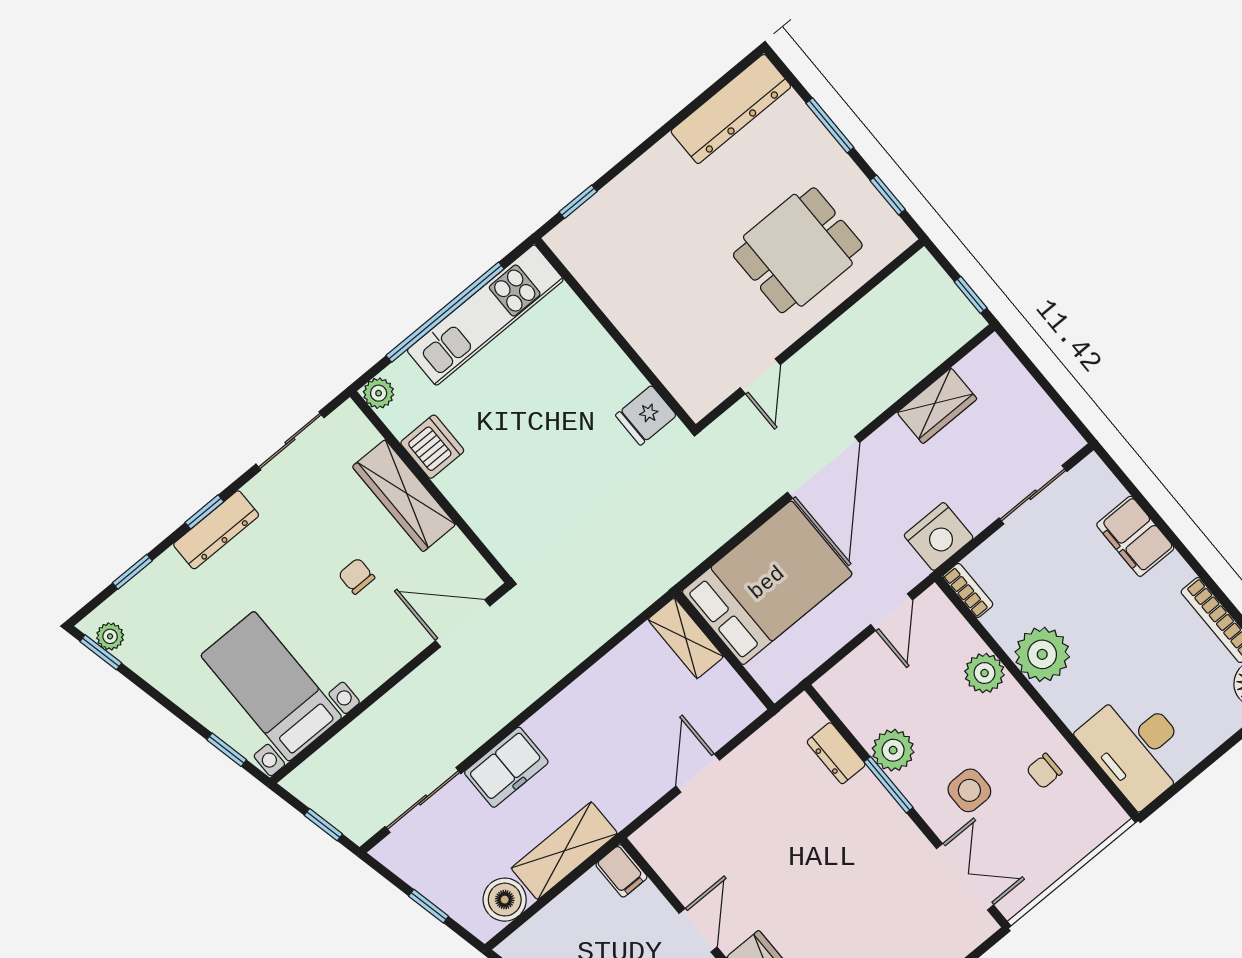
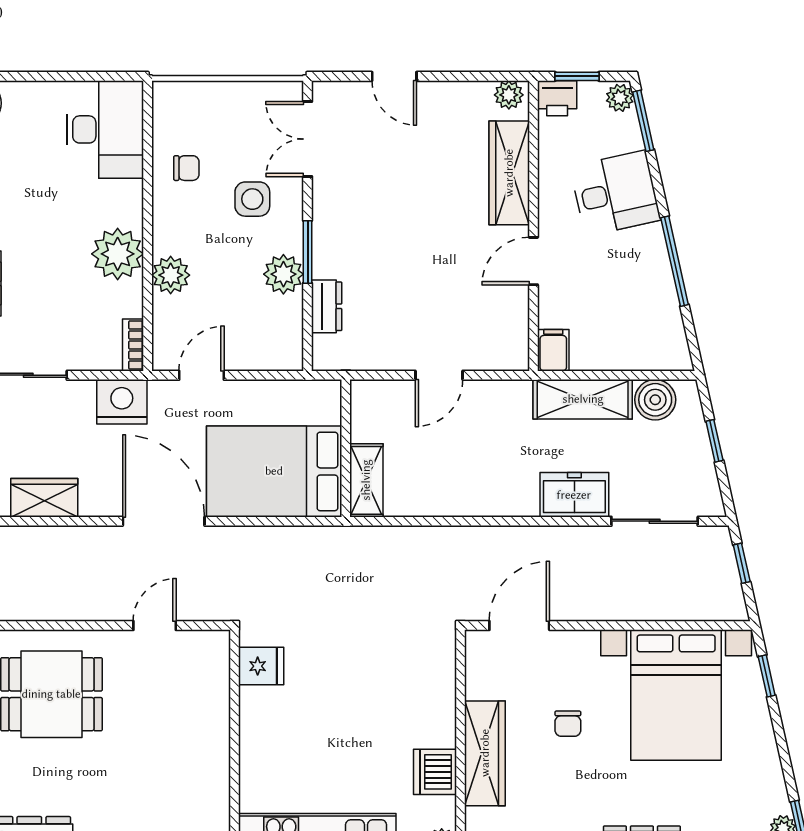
door: (824, 467) -> (164, 521), hinge flipped
door: (463, 623) -> (519, 625), swing flipped
bed with nightstands: (271, 686) -> (676, 695), width x1.36

